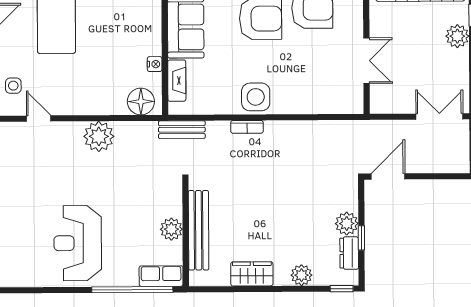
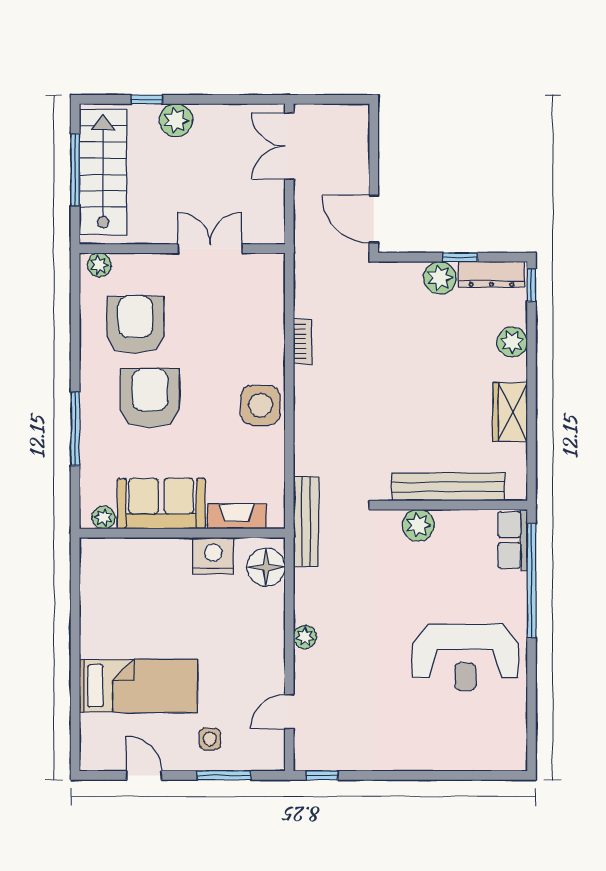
nightstand: (155, 64) -> (213, 556), width x1.89, depth x1.79
side table: (13, 86) -> (210, 739), moved
bookcase: (247, 127) -> (303, 341), moved
bench: (182, 130) -> (306, 522), width x1.36
plant: (99, 136) -> (305, 637), width x0.53, depth x0.53
plant: (171, 229) -> (418, 525), moved
dresser: (349, 253) -> (491, 274), width x1.44

